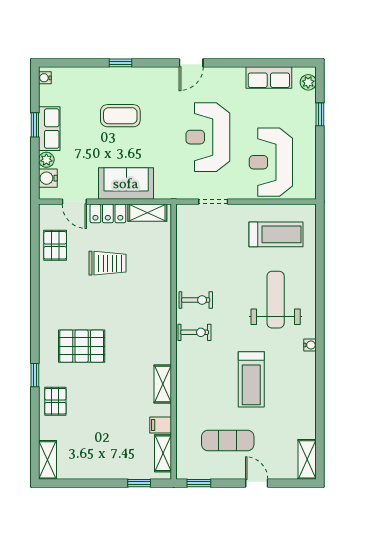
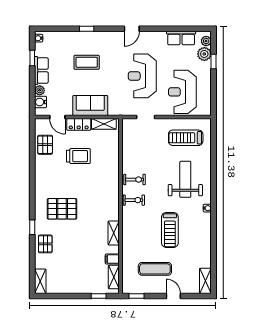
plant: (305, 103) -> (204, 54), added
window: (35, 125) -> (32, 58), moved
treadmill: (276, 234) -> (186, 138), turned 180

